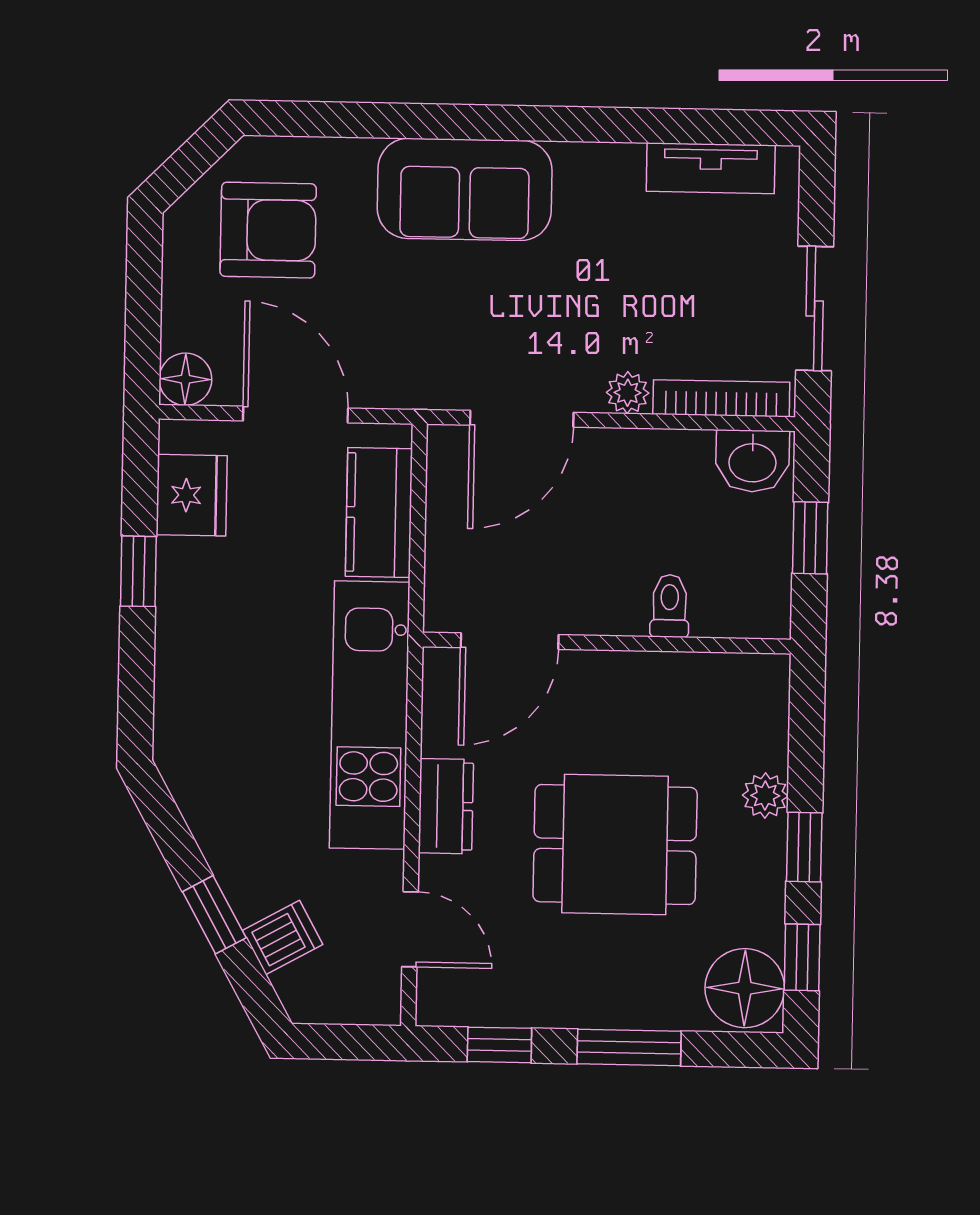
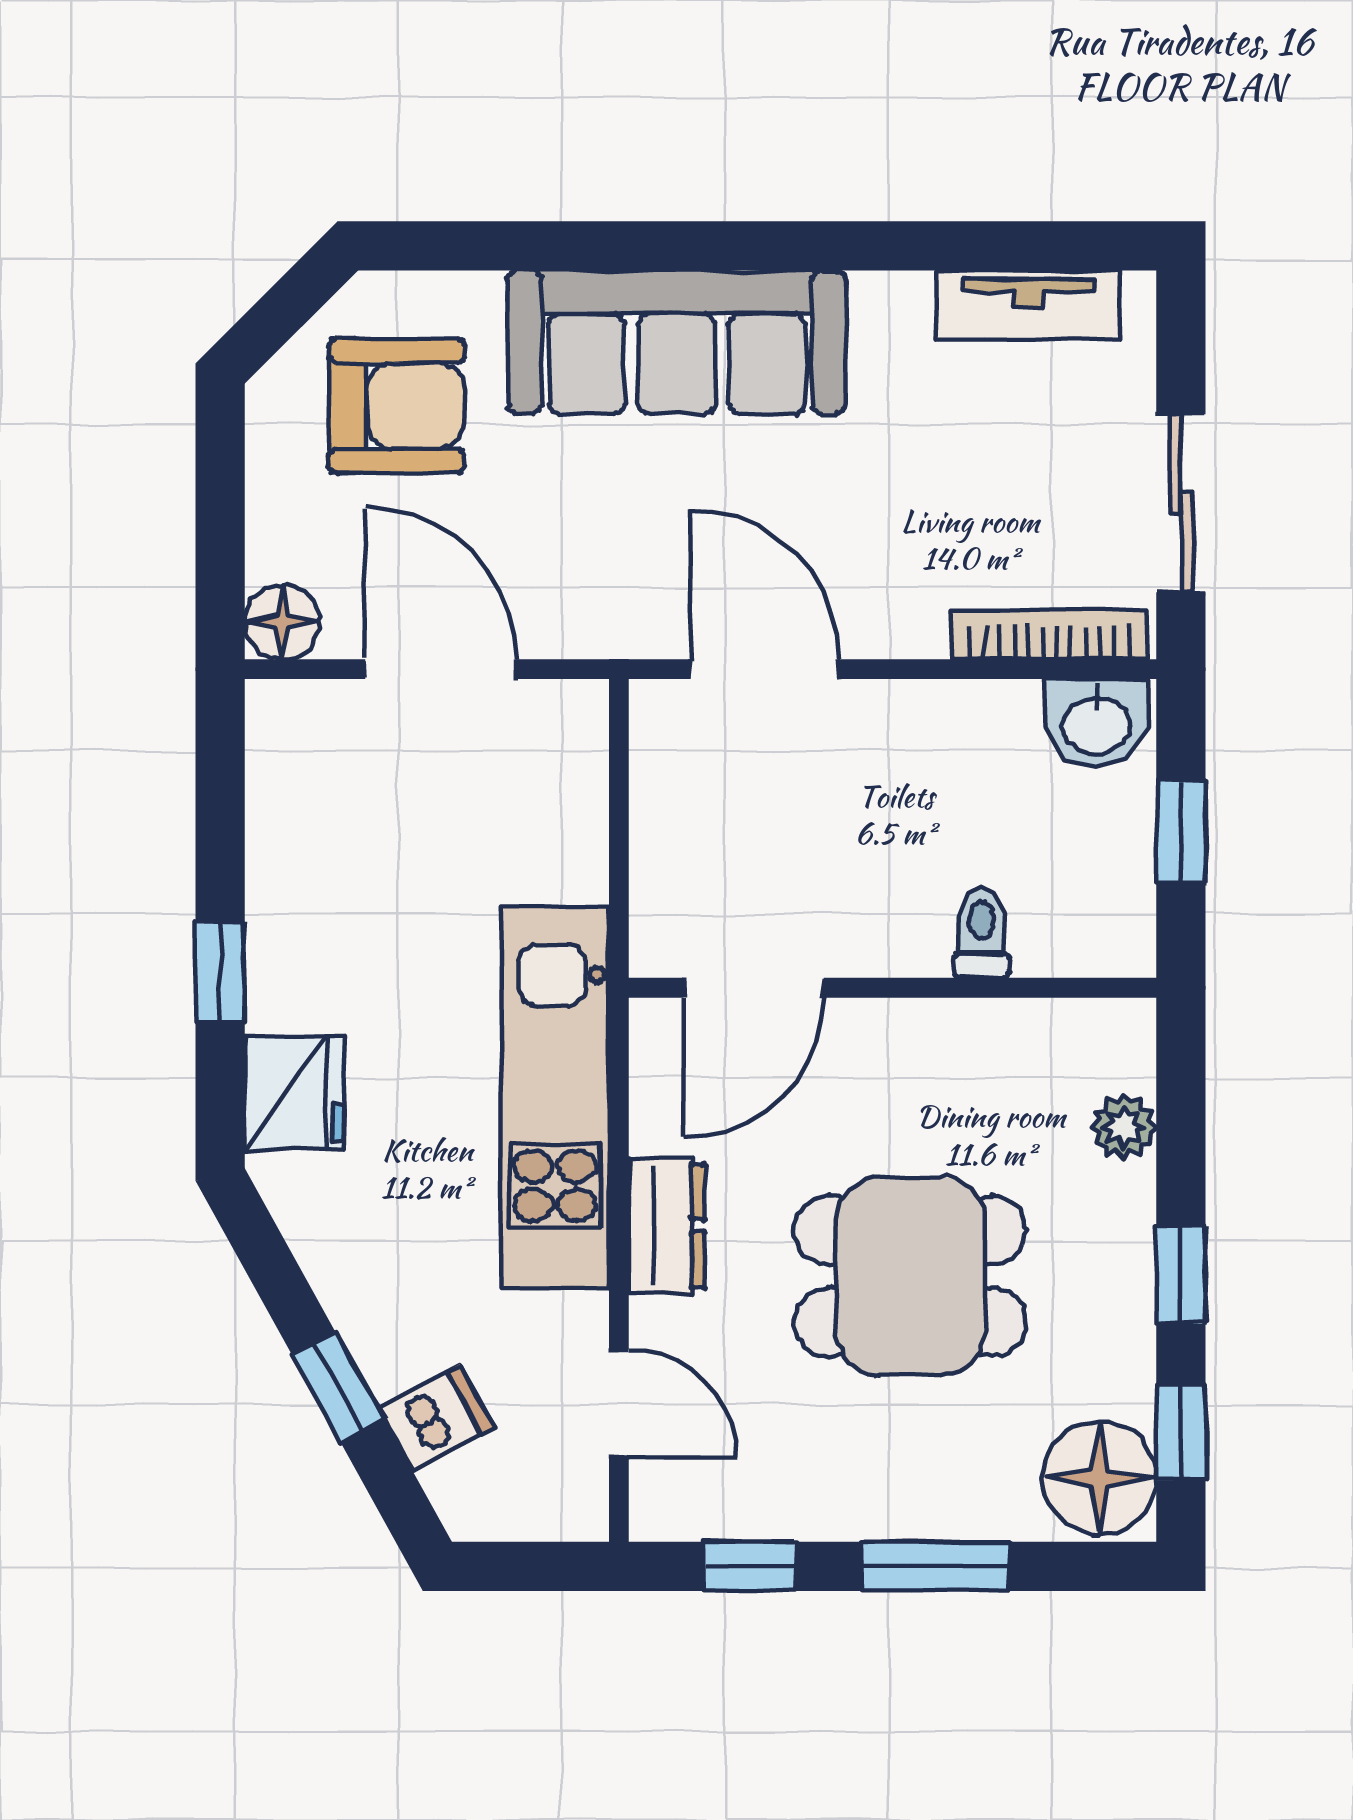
sofa: (465, 189) -> (677, 342), width x1.36
plant: (628, 393) -> (916, 629), removed
door: (522, 419) -> (765, 669), swing flipped
fridge: (192, 495) -> (294, 1093), moved
kitchen counter: (379, 512) -> (563, 807), removed
window: (138, 571) -> (220, 972), moved
plant: (765, 796) -> (1124, 1127), moved

